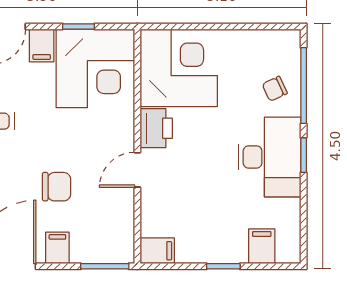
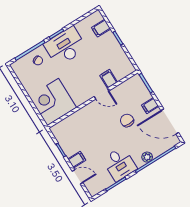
corner desk: (95, 68) -> (73, 134), removed
printer: (156, 128) -> (81, 96), removed
filing cabinet: (157, 251) -> (109, 79), moved

